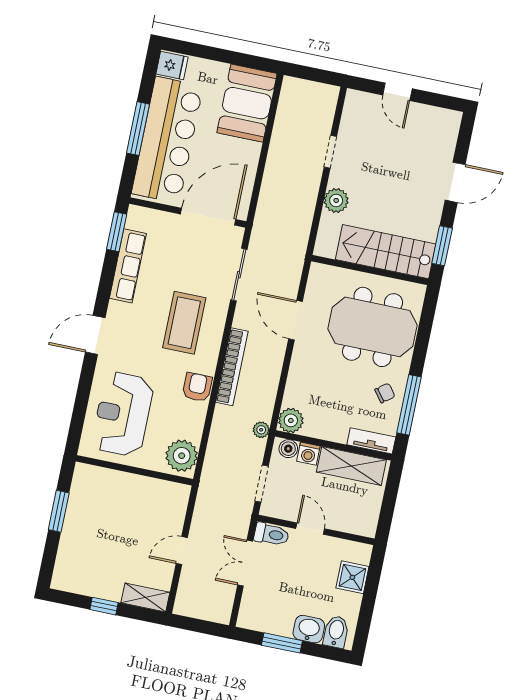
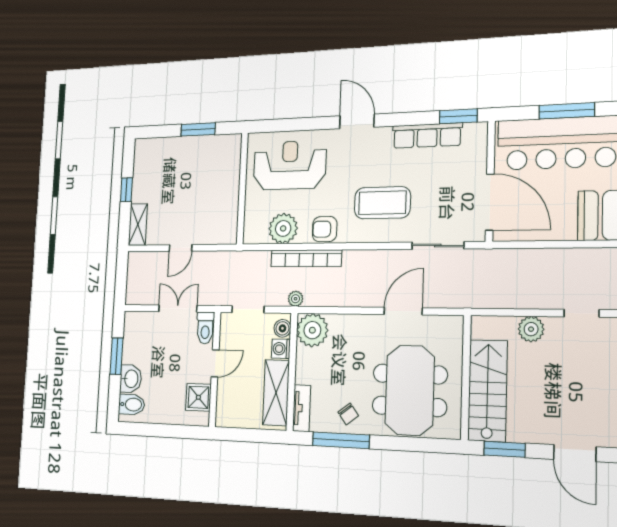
bookcase: (232, 367) -> (306, 258), moved
armchair: (197, 387) -> (325, 229), turned 180
plant: (291, 420) -> (312, 330), width x1.36, depth x1.36
plant: (182, 456) -> (283, 228), moved
door: (182, 551) -> (181, 248), swing flipped
shower: (352, 577) -> (198, 397), moved

